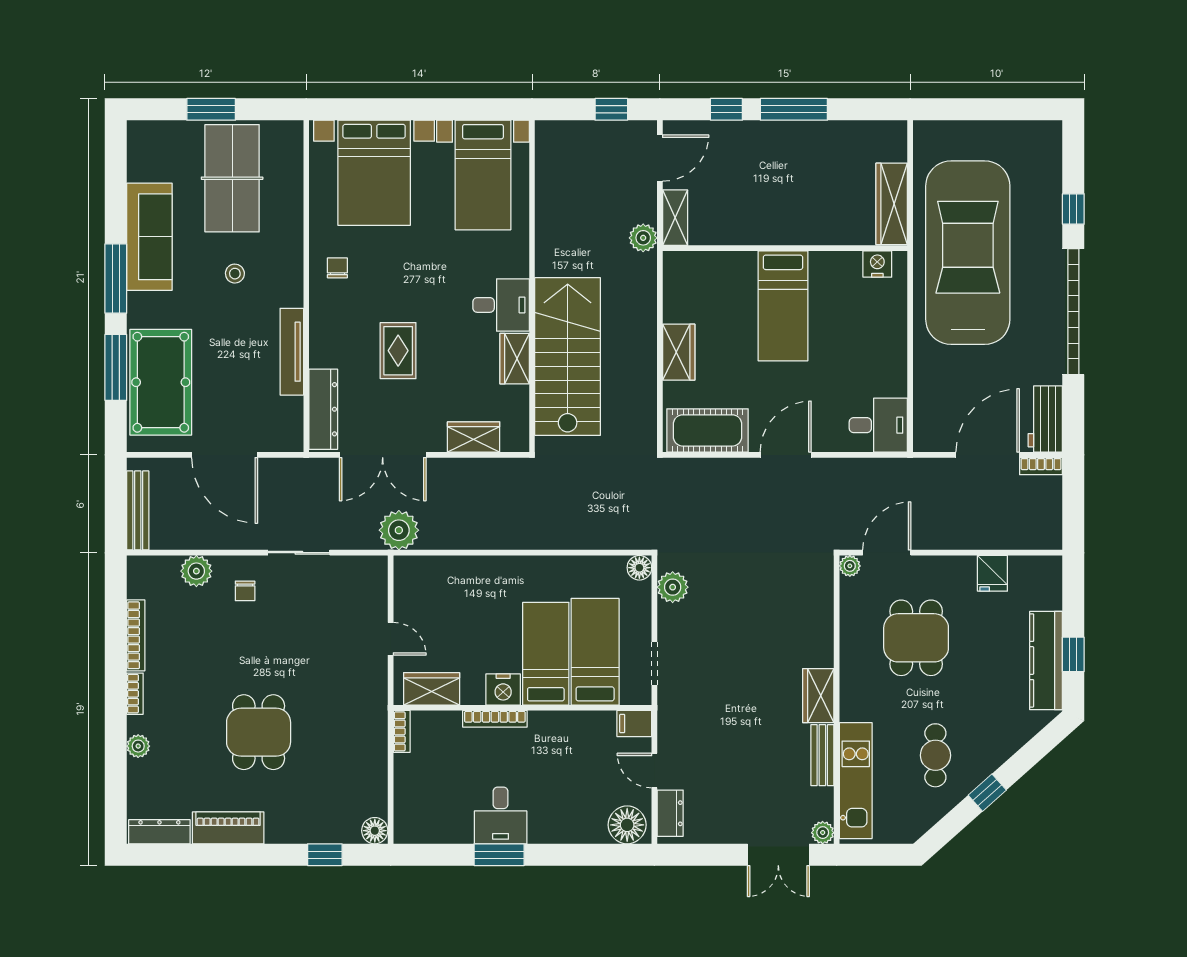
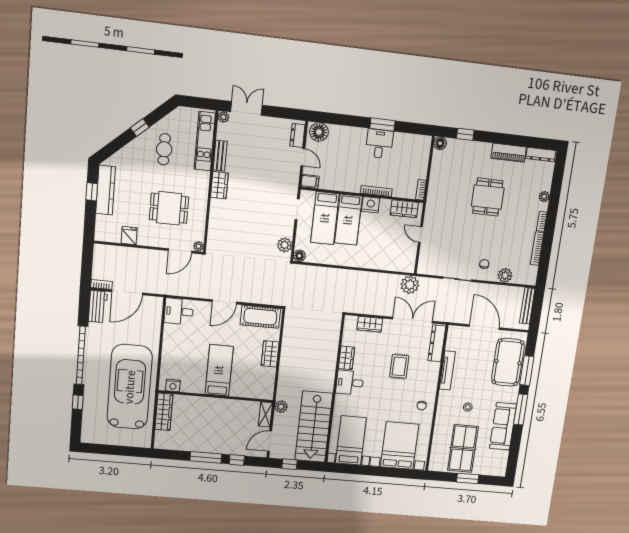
car: (968, 253) -> (130, 387), turned 180
stairs: (568, 357) -> (314, 427), moved
dining table: (916, 638) -> (169, 208), turned 90

